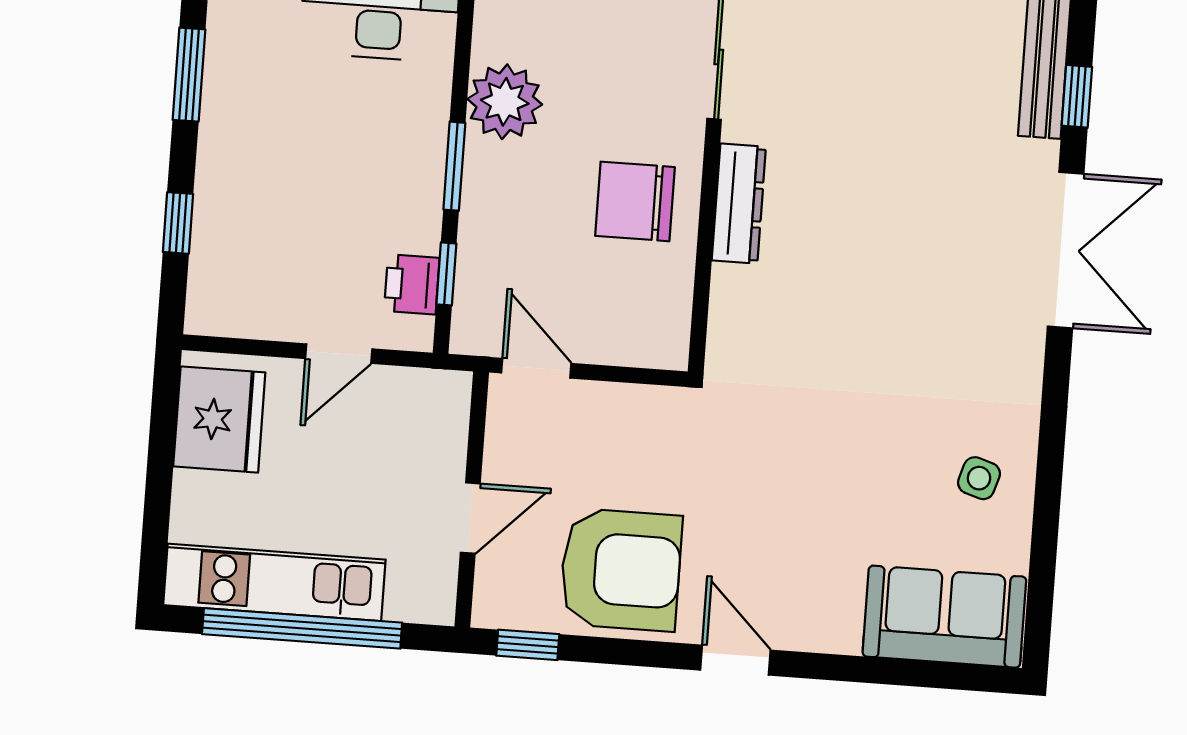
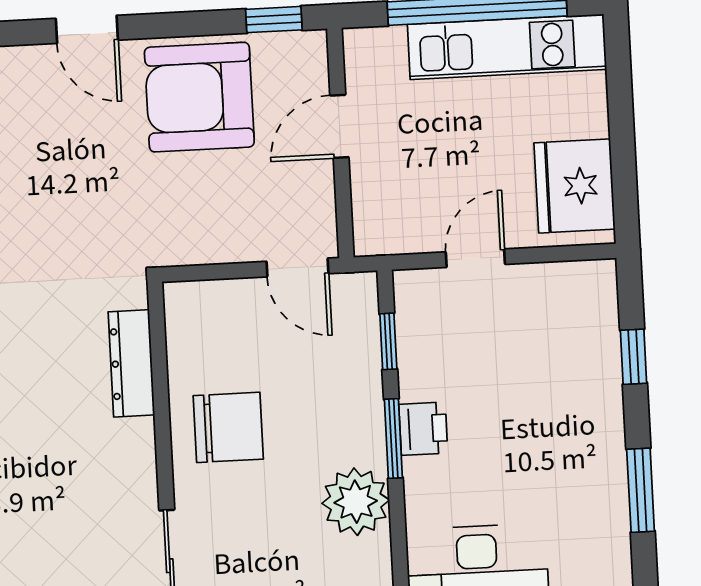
dresser: (739, 204) -> (131, 363), moved
printer: (412, 284) -> (423, 429), moved

